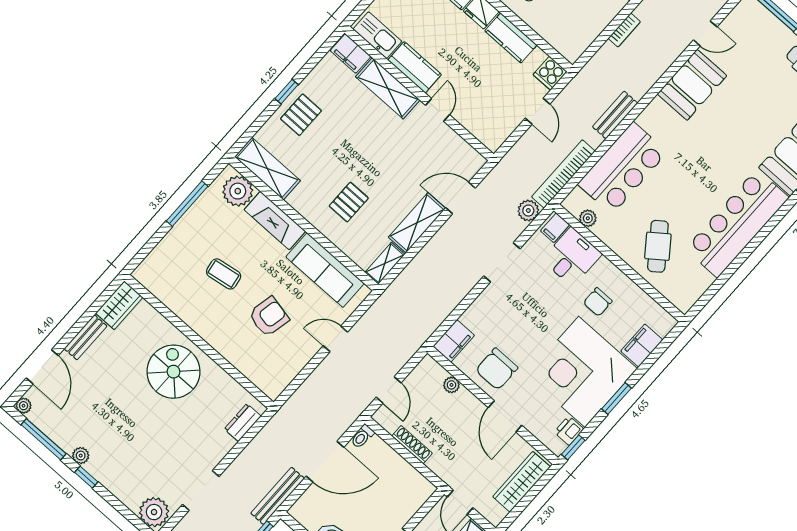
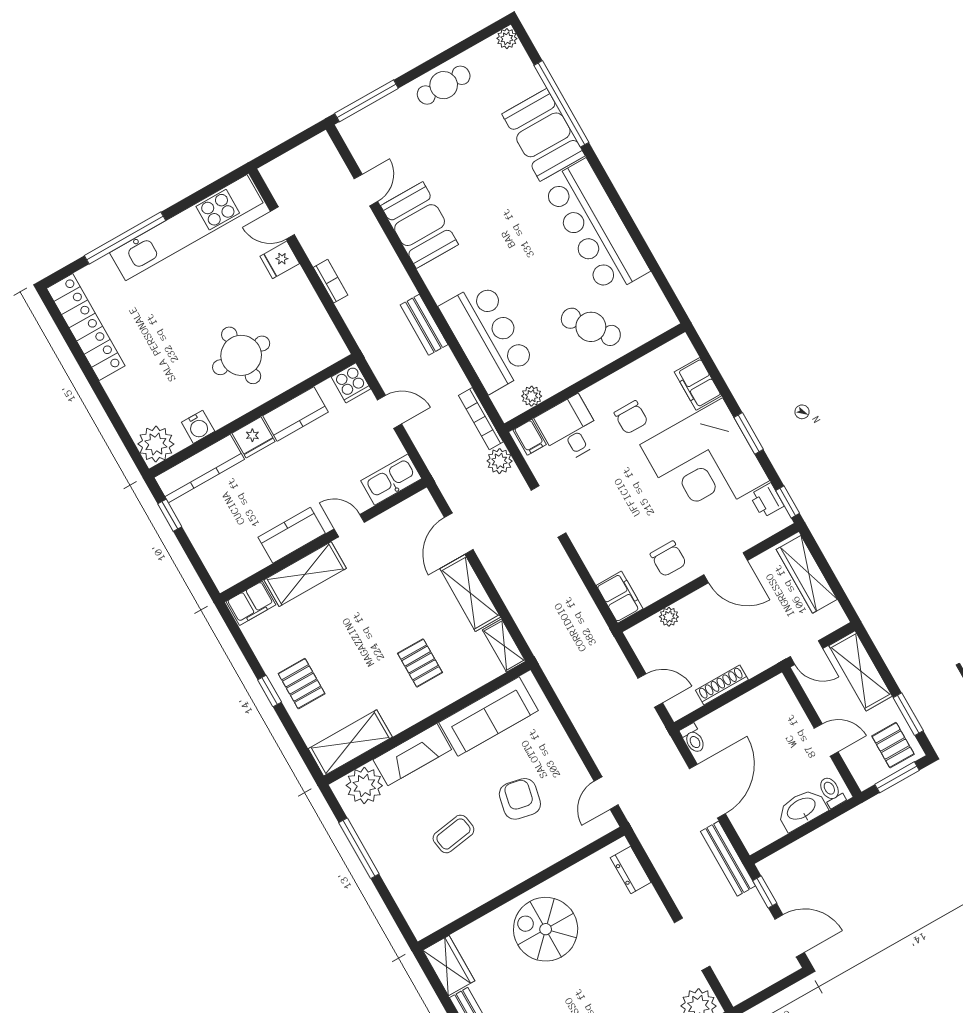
kitchen sink: (377, 35) -> (391, 480), moved
bookcase: (563, 174) -> (481, 419), width x0.68, depth x0.76
door: (335, 339) -> (606, 793), moved
chair: (497, 369) -> (668, 559), width x0.73, depth x0.73

